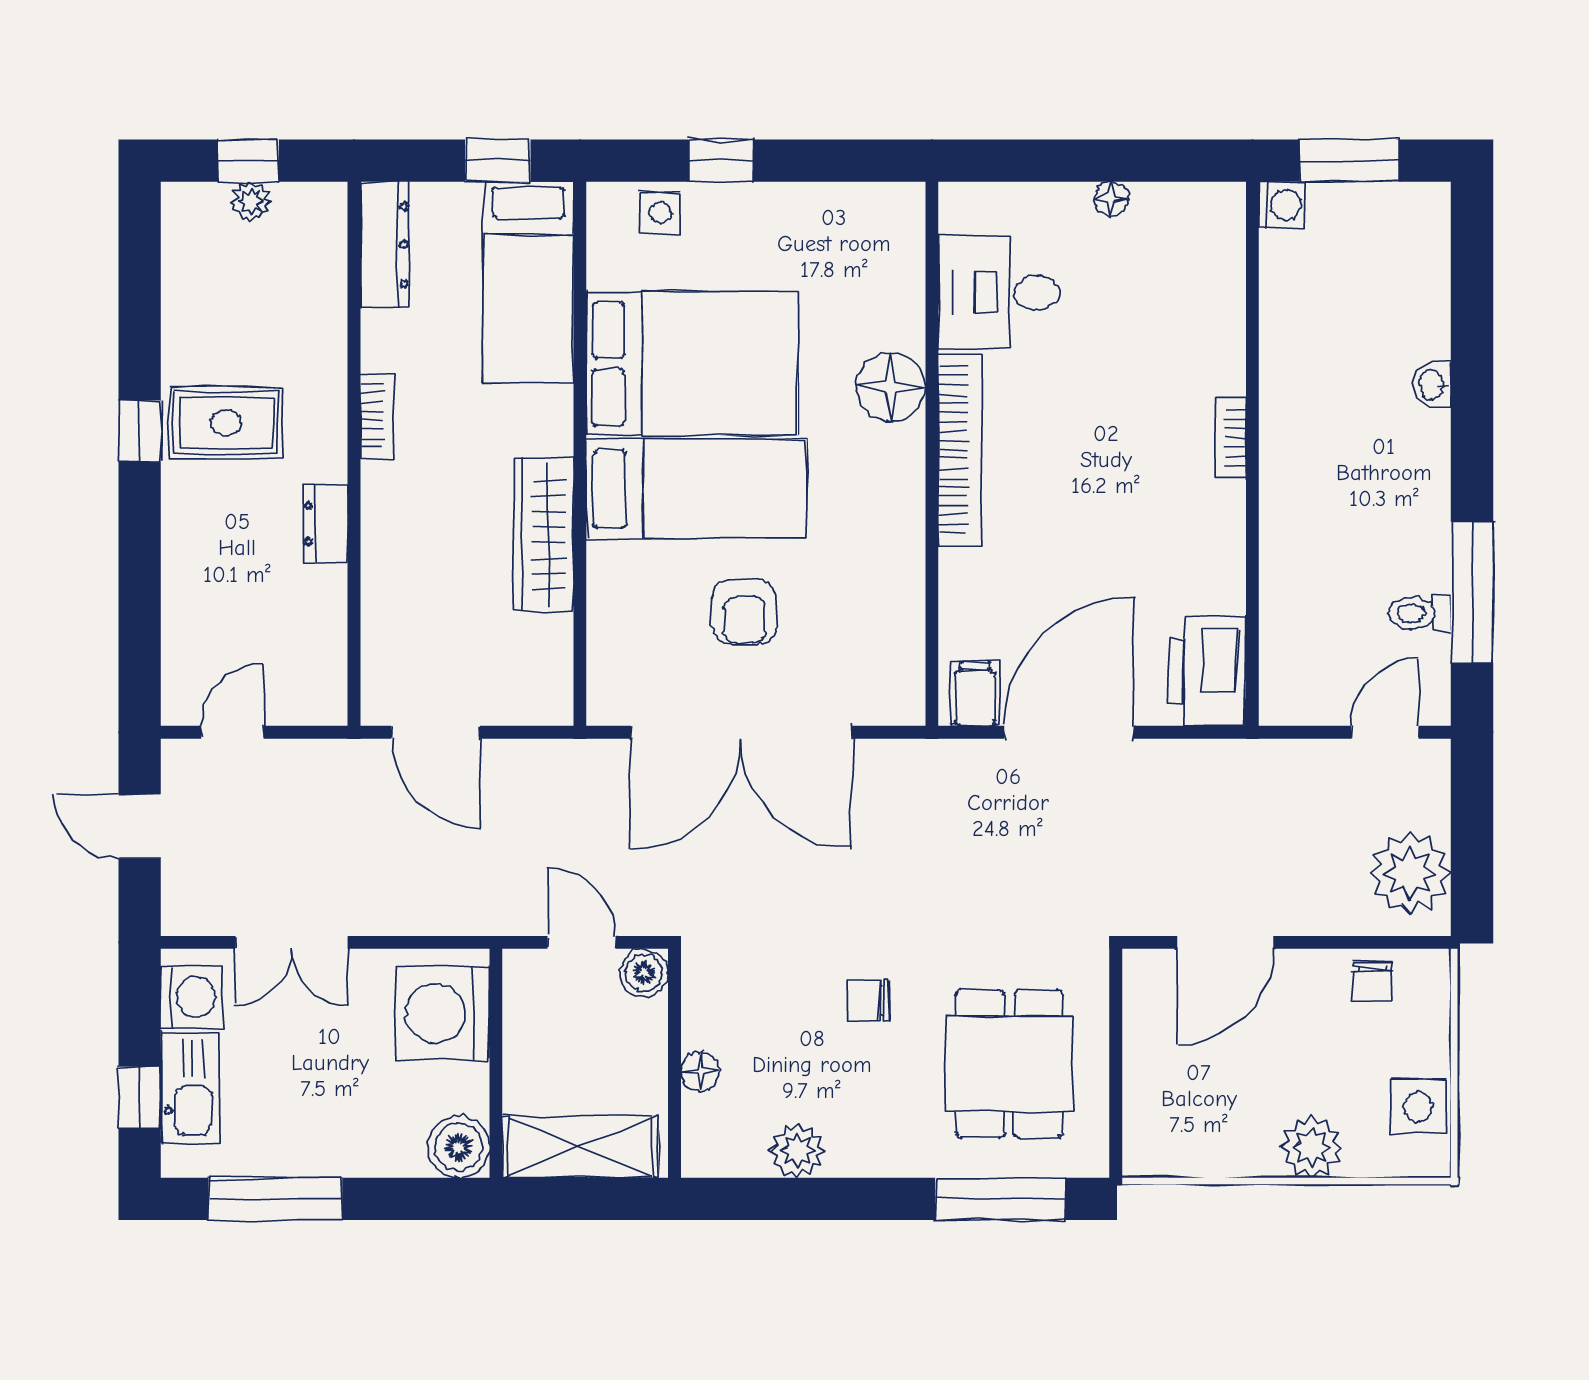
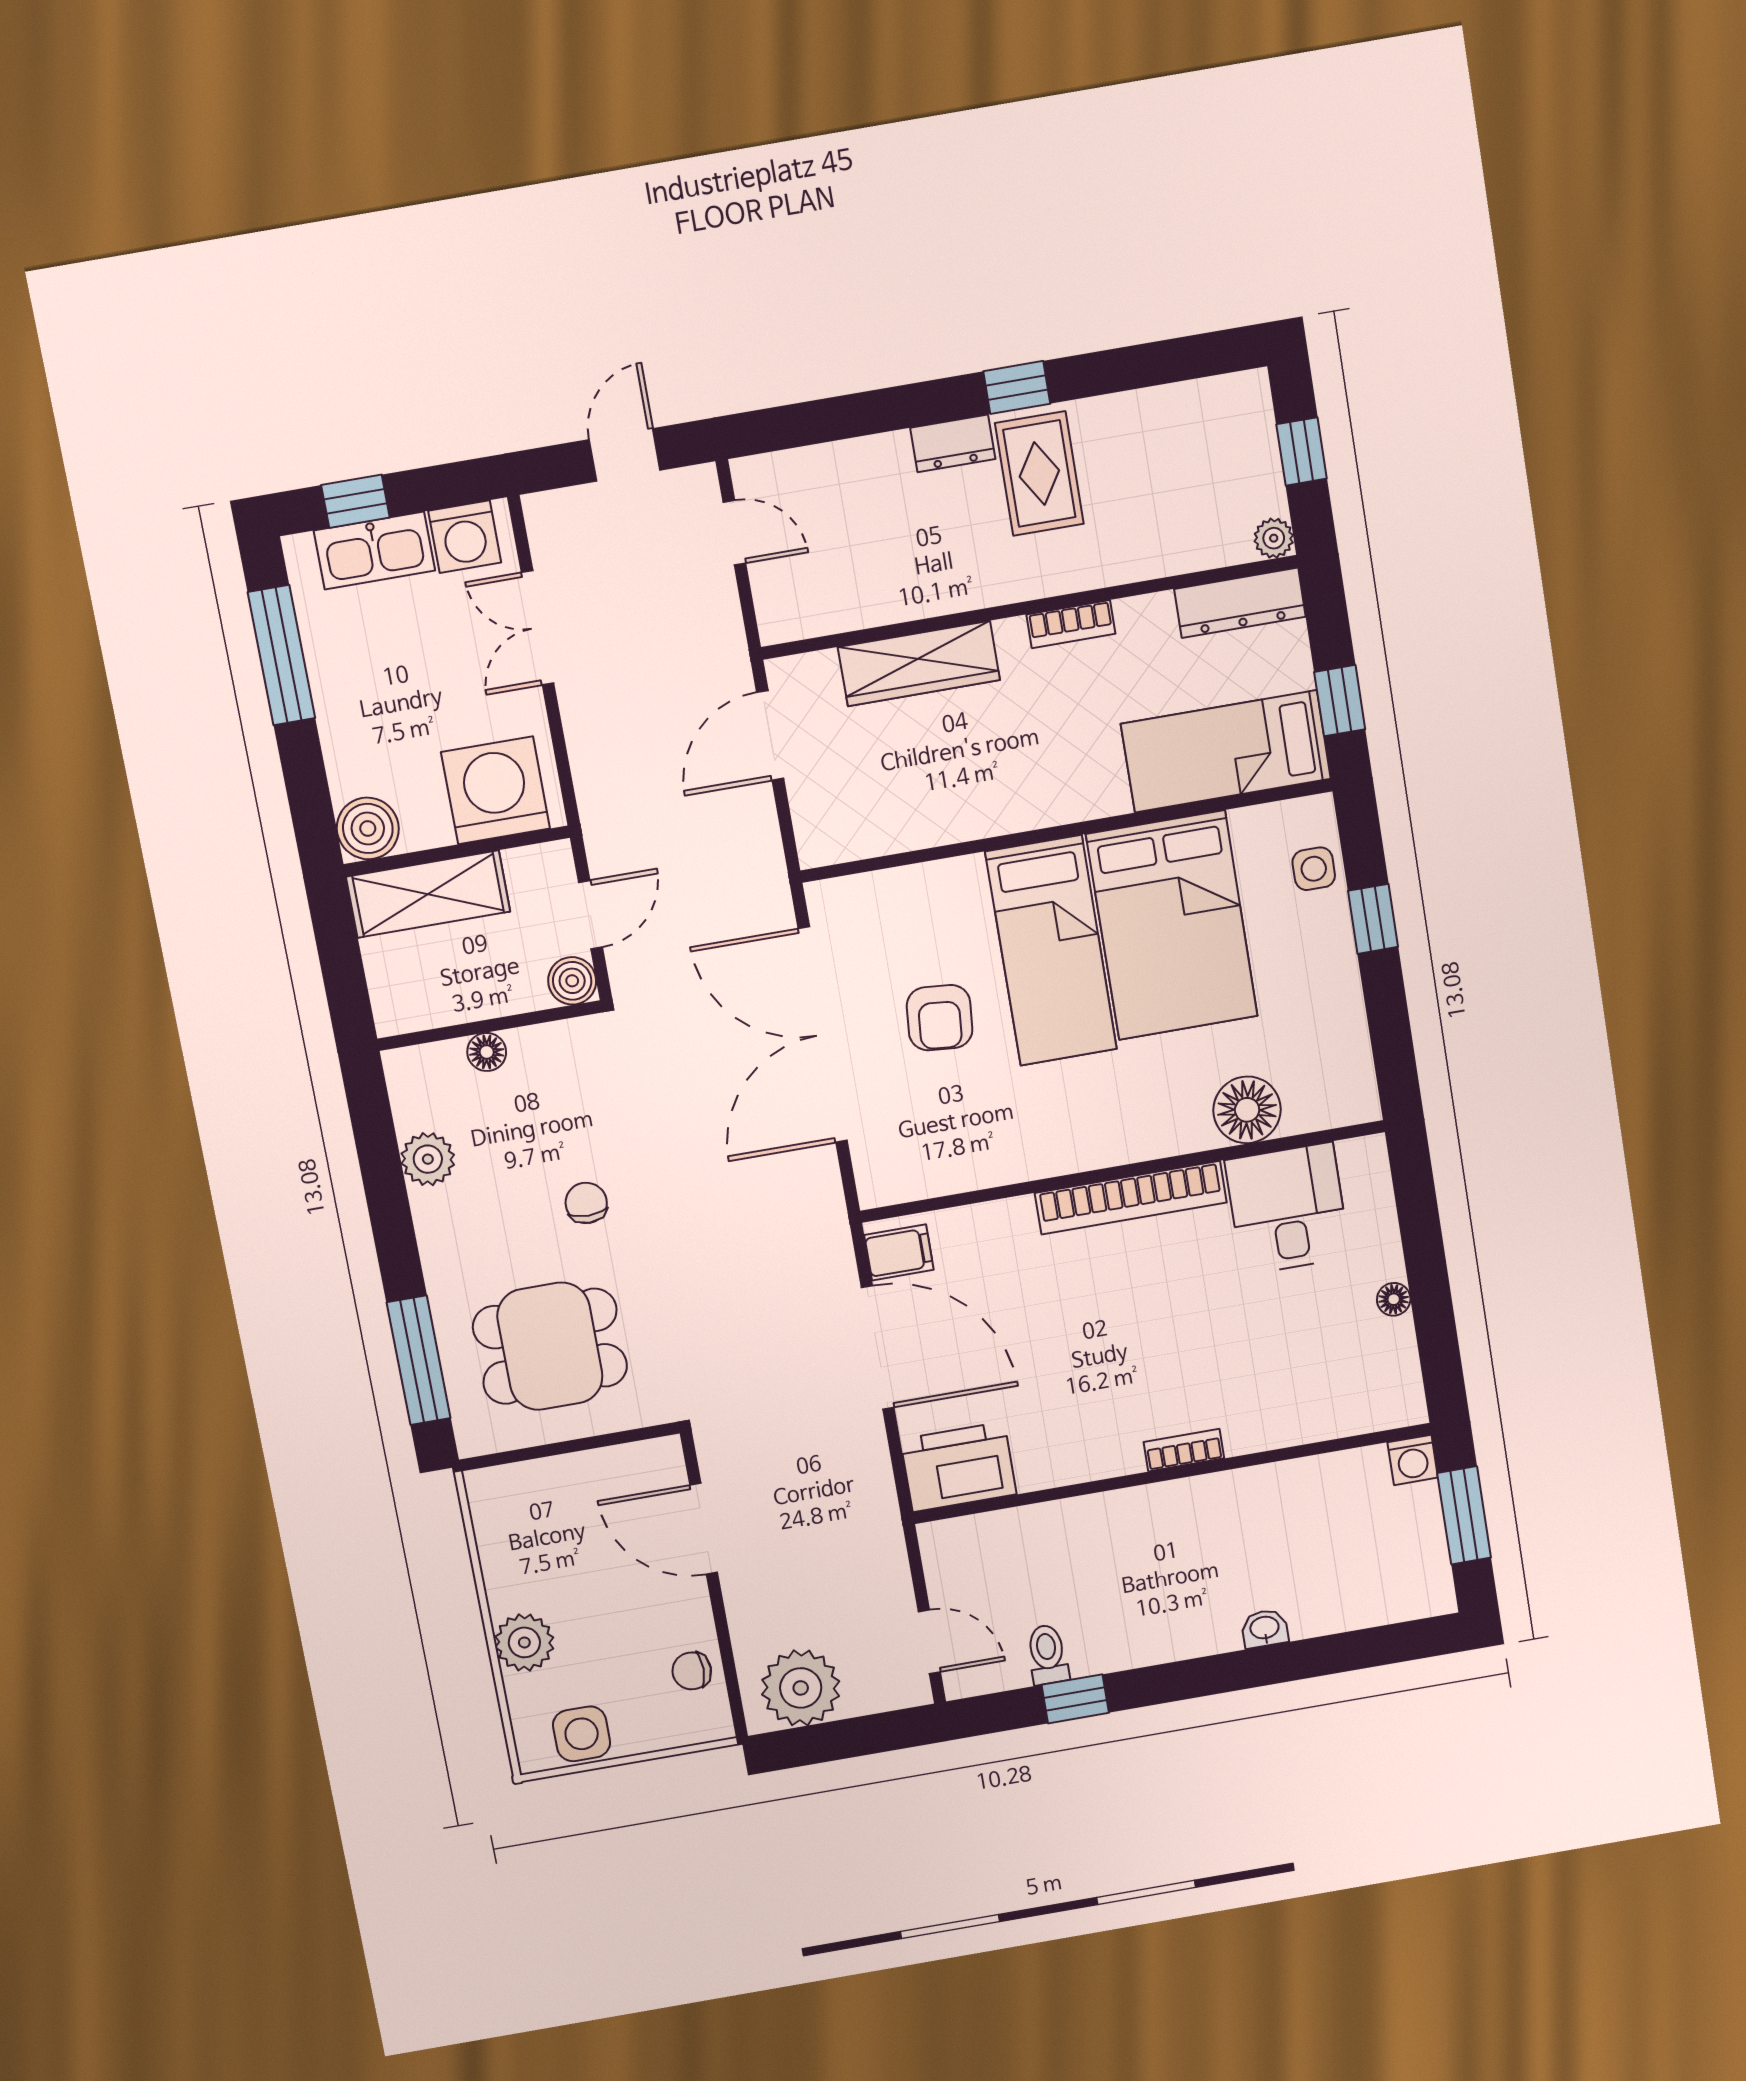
plant: (251, 201) -> (1274, 538), moved
floor lamp: (891, 387) -> (1247, 1110), moved
dresser: (326, 524) -> (953, 443), moved, turned 180
wardrobe: (544, 535) -> (919, 664), moved, turned 180
window: (1472, 592) -> (1075, 1699), width x0.46
armchair: (744, 612) -> (940, 1018), turned -85
shelving: (580, 1147) -> (428, 894), moved, turned 90

